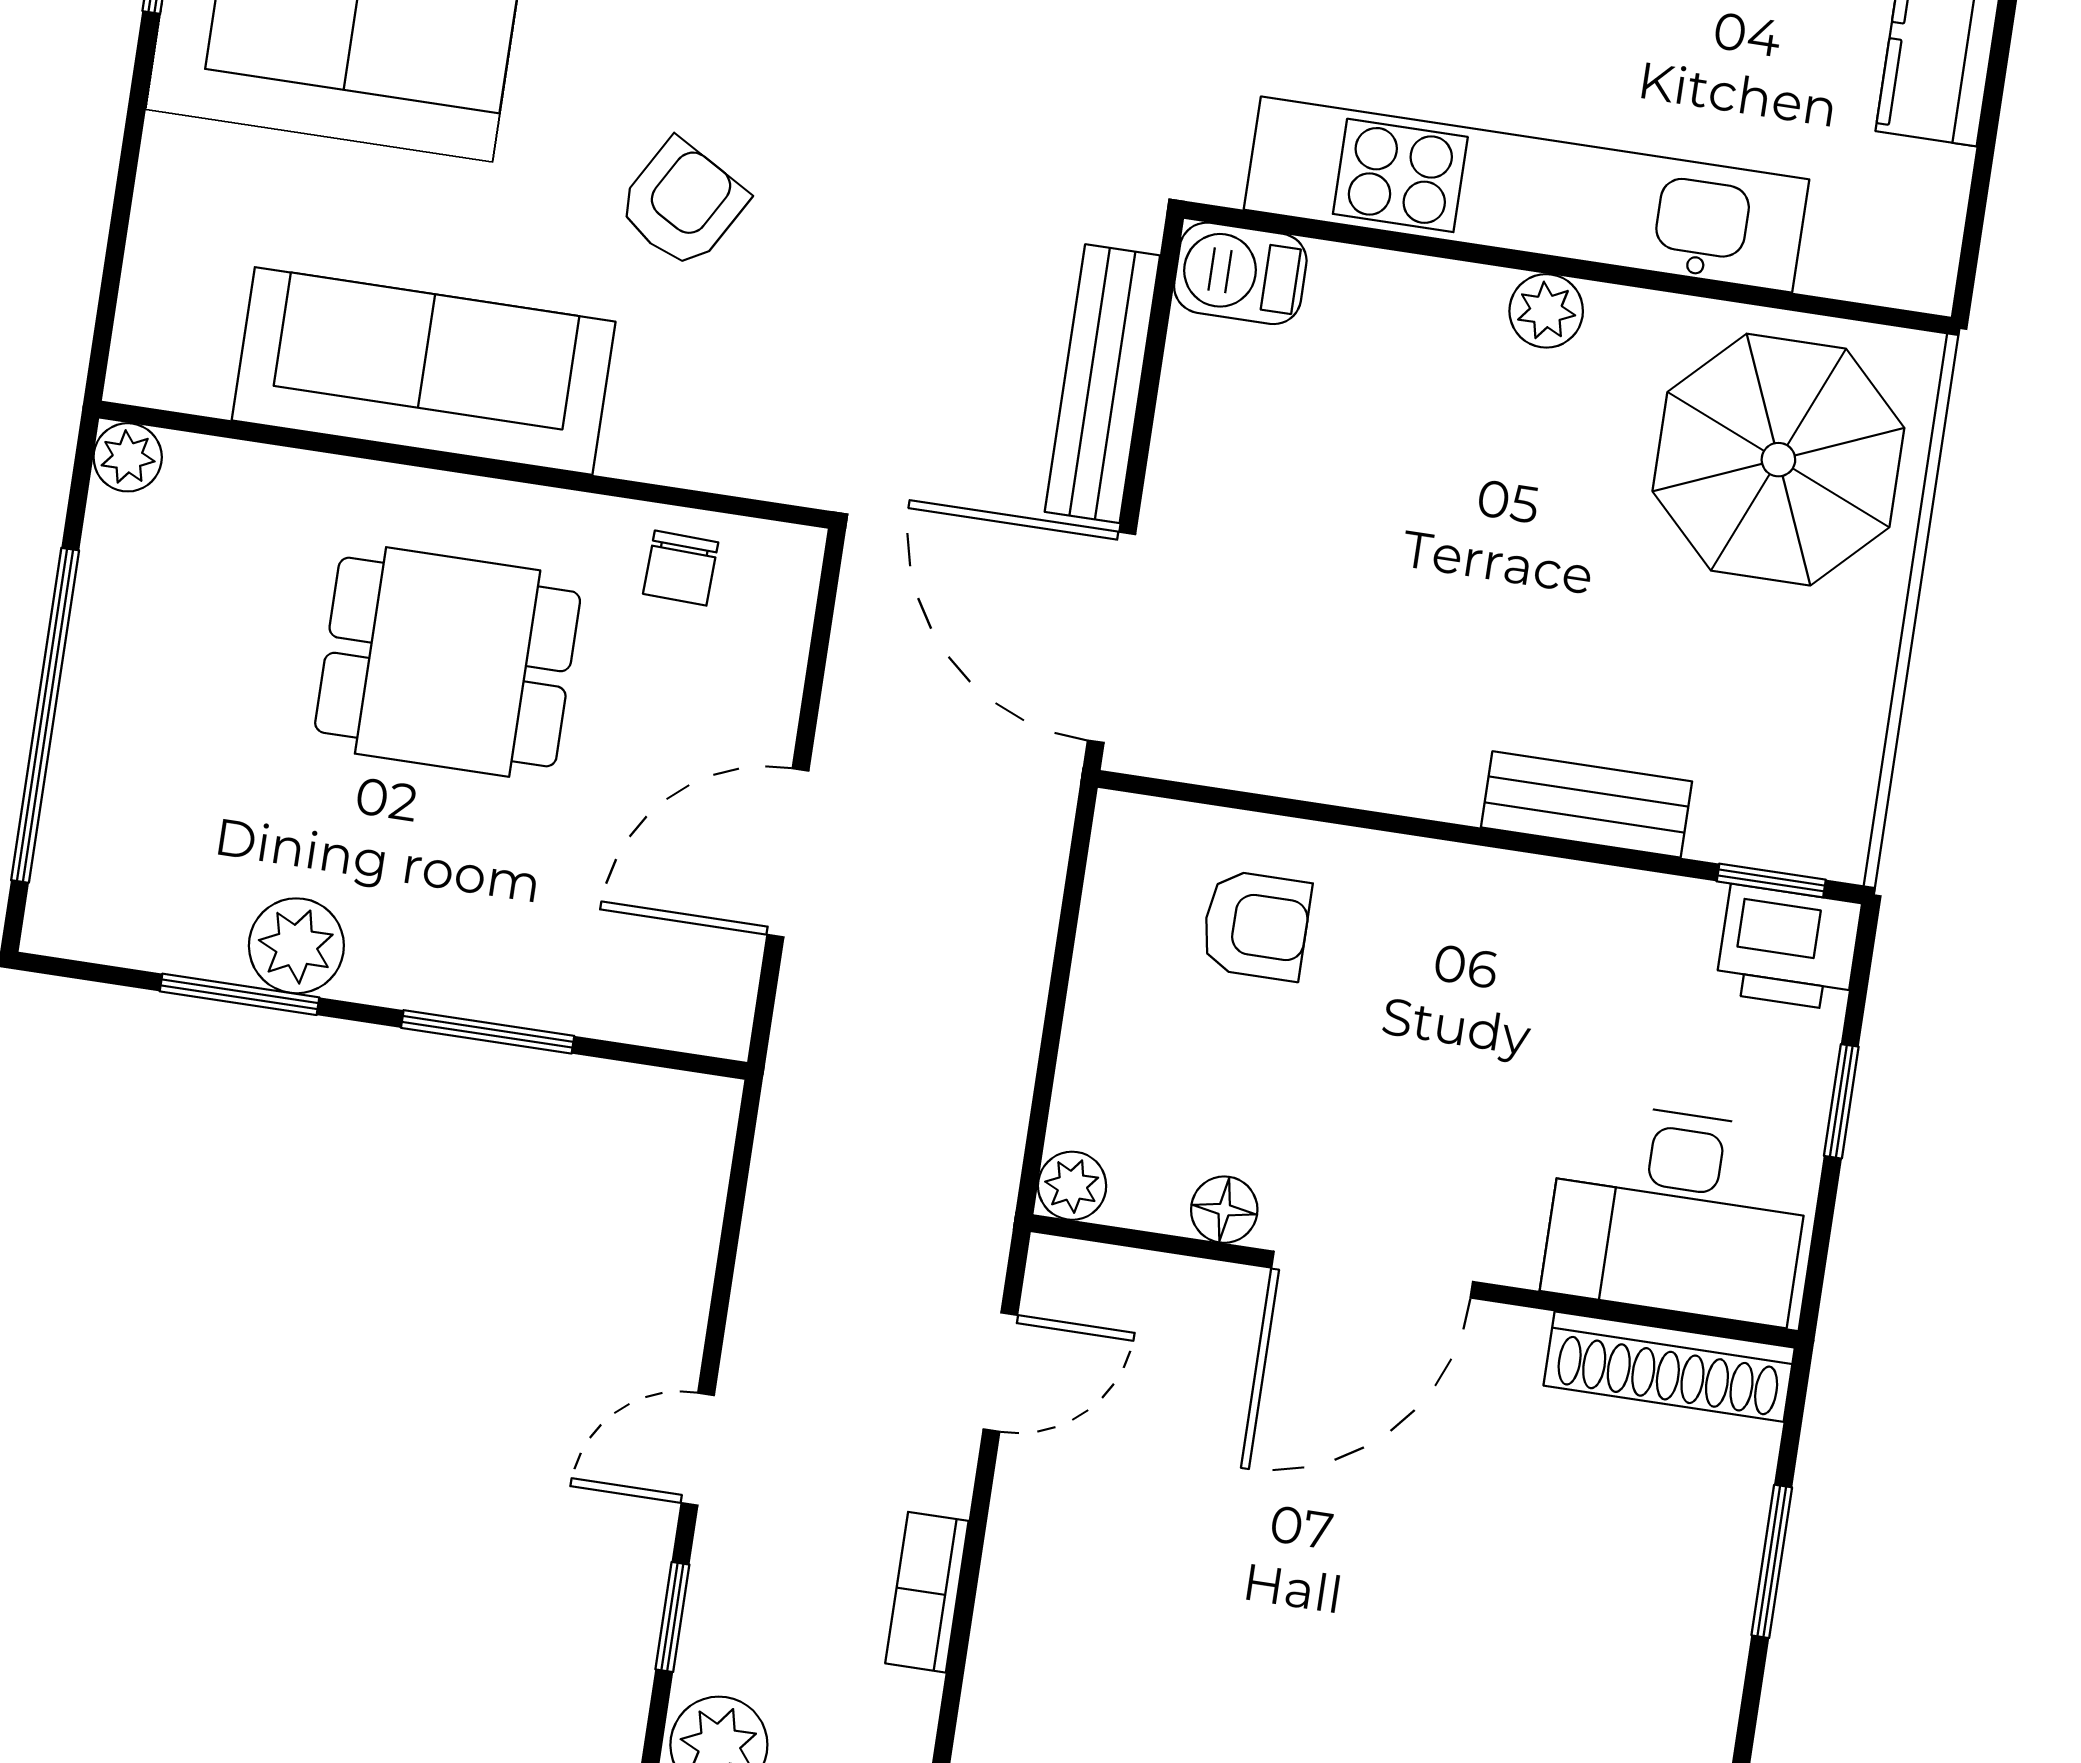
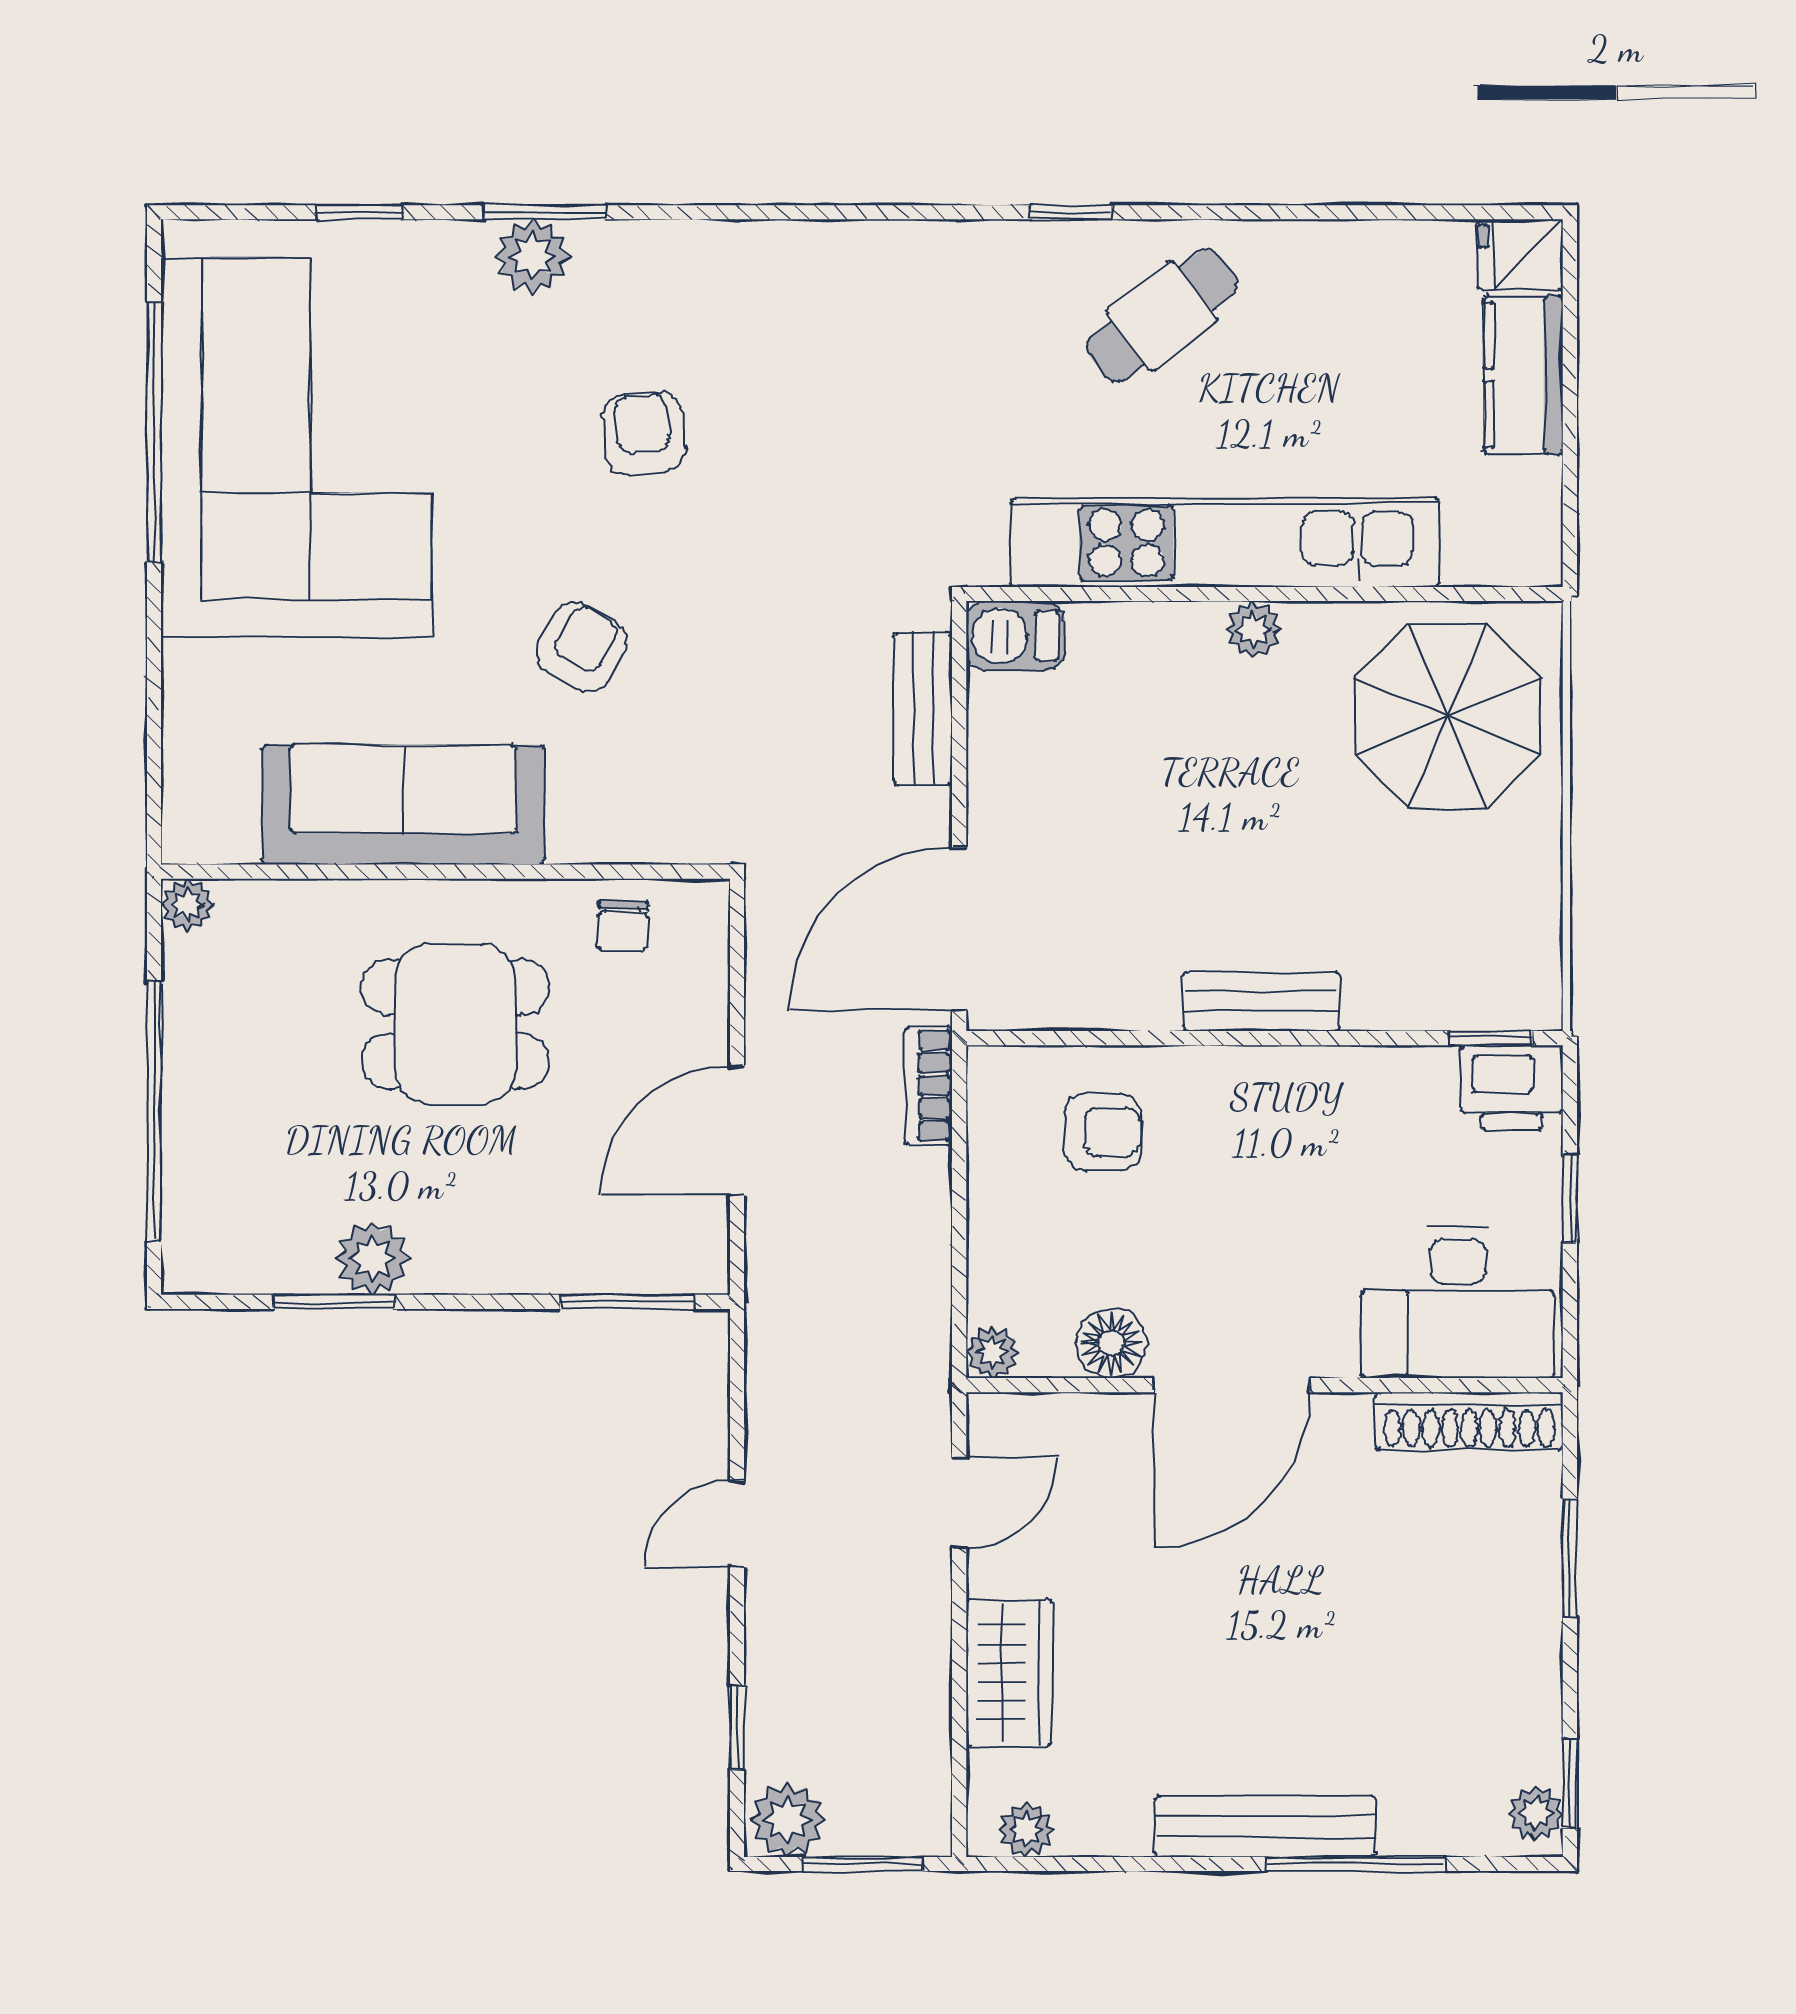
bench: (1102, 384) -> (923, 708), width x0.73
door: (1111, 637) -> (959, 929), hinge flipped
bench: (1587, 804) -> (1262, 1001), moved
window: (488, 1032) -> (627, 1302), moved
floor lamp: (1224, 1210) -> (1111, 1343), width x1.37, depth x1.37
door: (698, 1449) -> (737, 1524), moved
bookcase: (927, 1592) -> (929, 1085), moved
wardrobe: (1031, 1600) -> (1009, 1673), added

